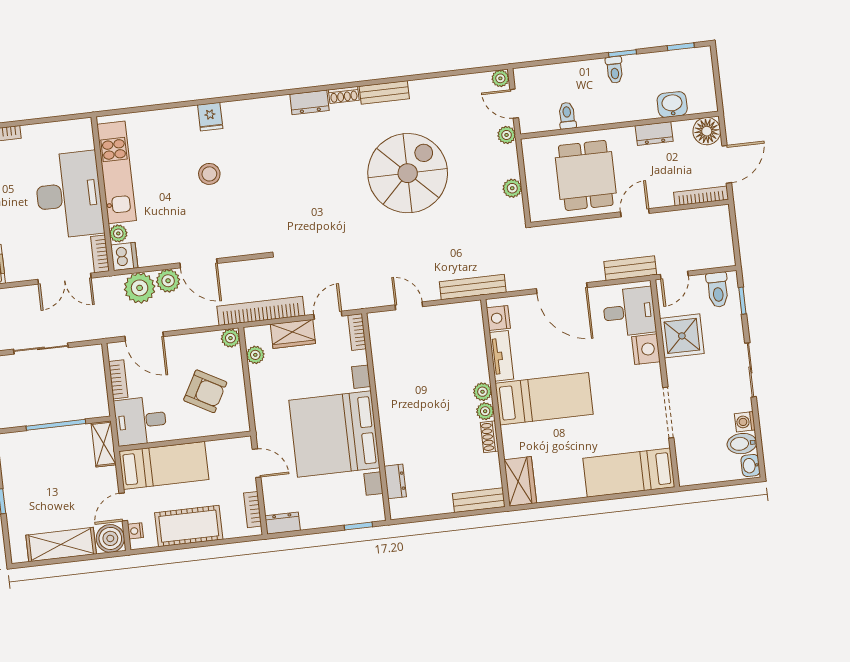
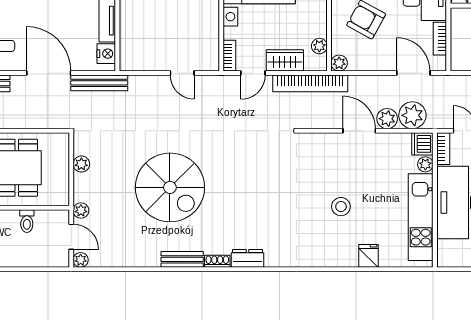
fridge: (210, 117) -> (368, 256), moved
spiral stairs: (408, 173) -> (170, 187), turned -90
bench: (473, 287) -> (99, 83), moved

